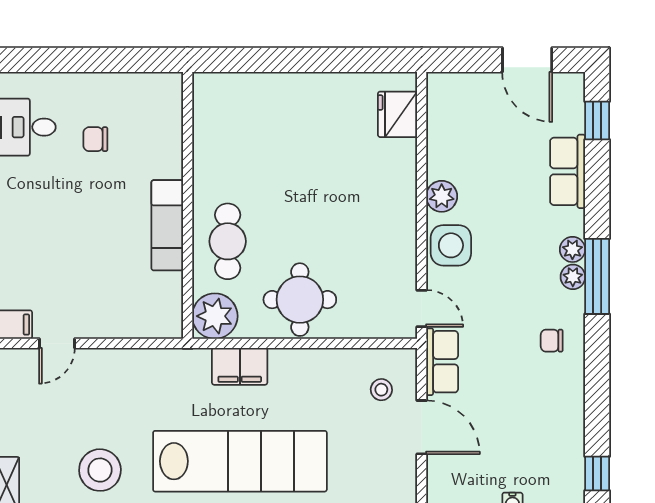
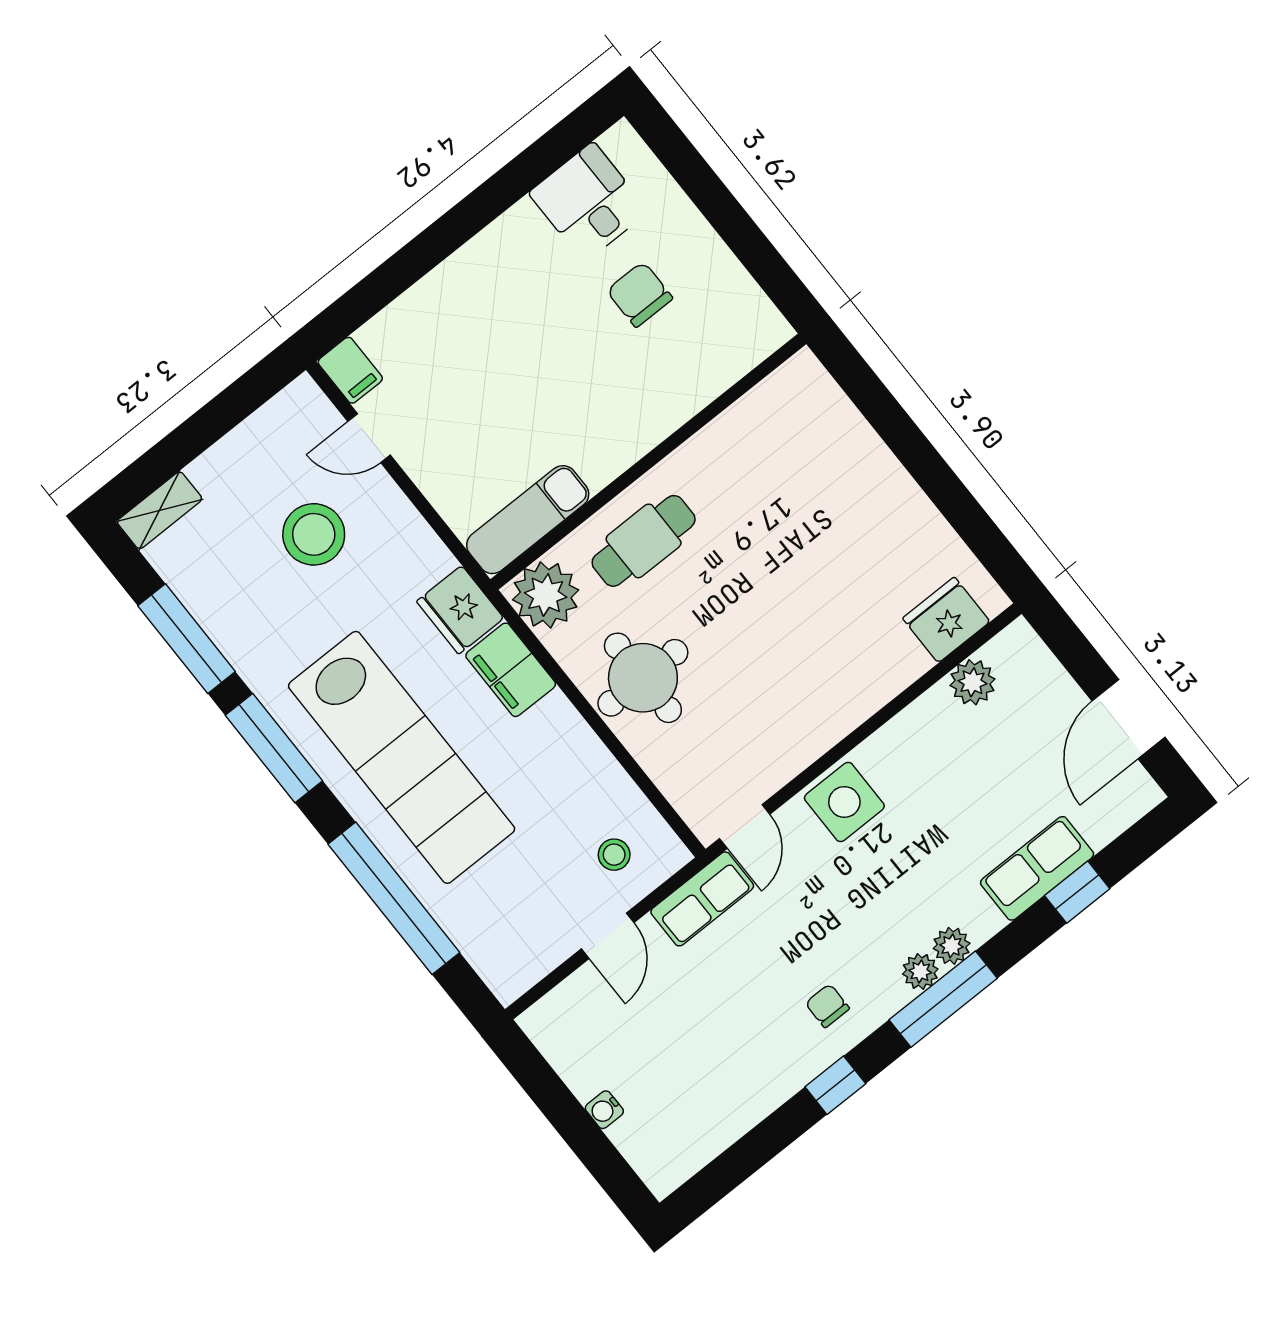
window: (597, 120) -> (1077, 892), moved
chair: (95, 139) -> (640, 294), width x1.37, depth x1.37
plant: (442, 196) -> (972, 682), moved
exam couch: (167, 225) -> (528, 520), moved
fridge: (187, 368) -> (460, 610), added
door: (422, 427) -> (608, 936), width x0.73
stool: (100, 470) -> (314, 534), moved
window: (597, 473) -> (835, 1085), moved

